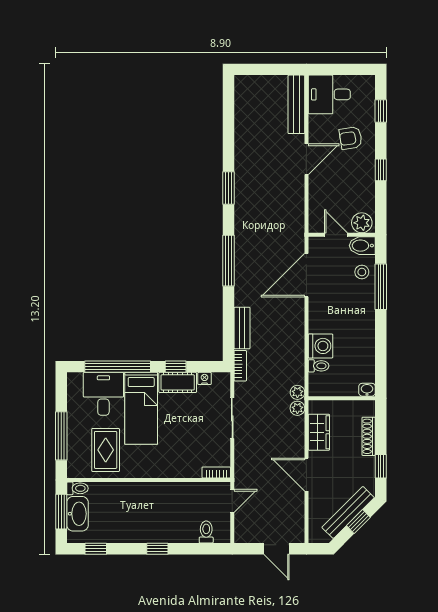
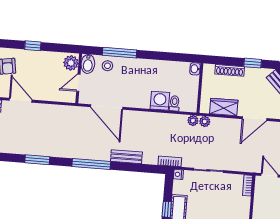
bench: (242, 328) -> (126, 157), moved
nightstand: (204, 378) -> (178, 174), moved

